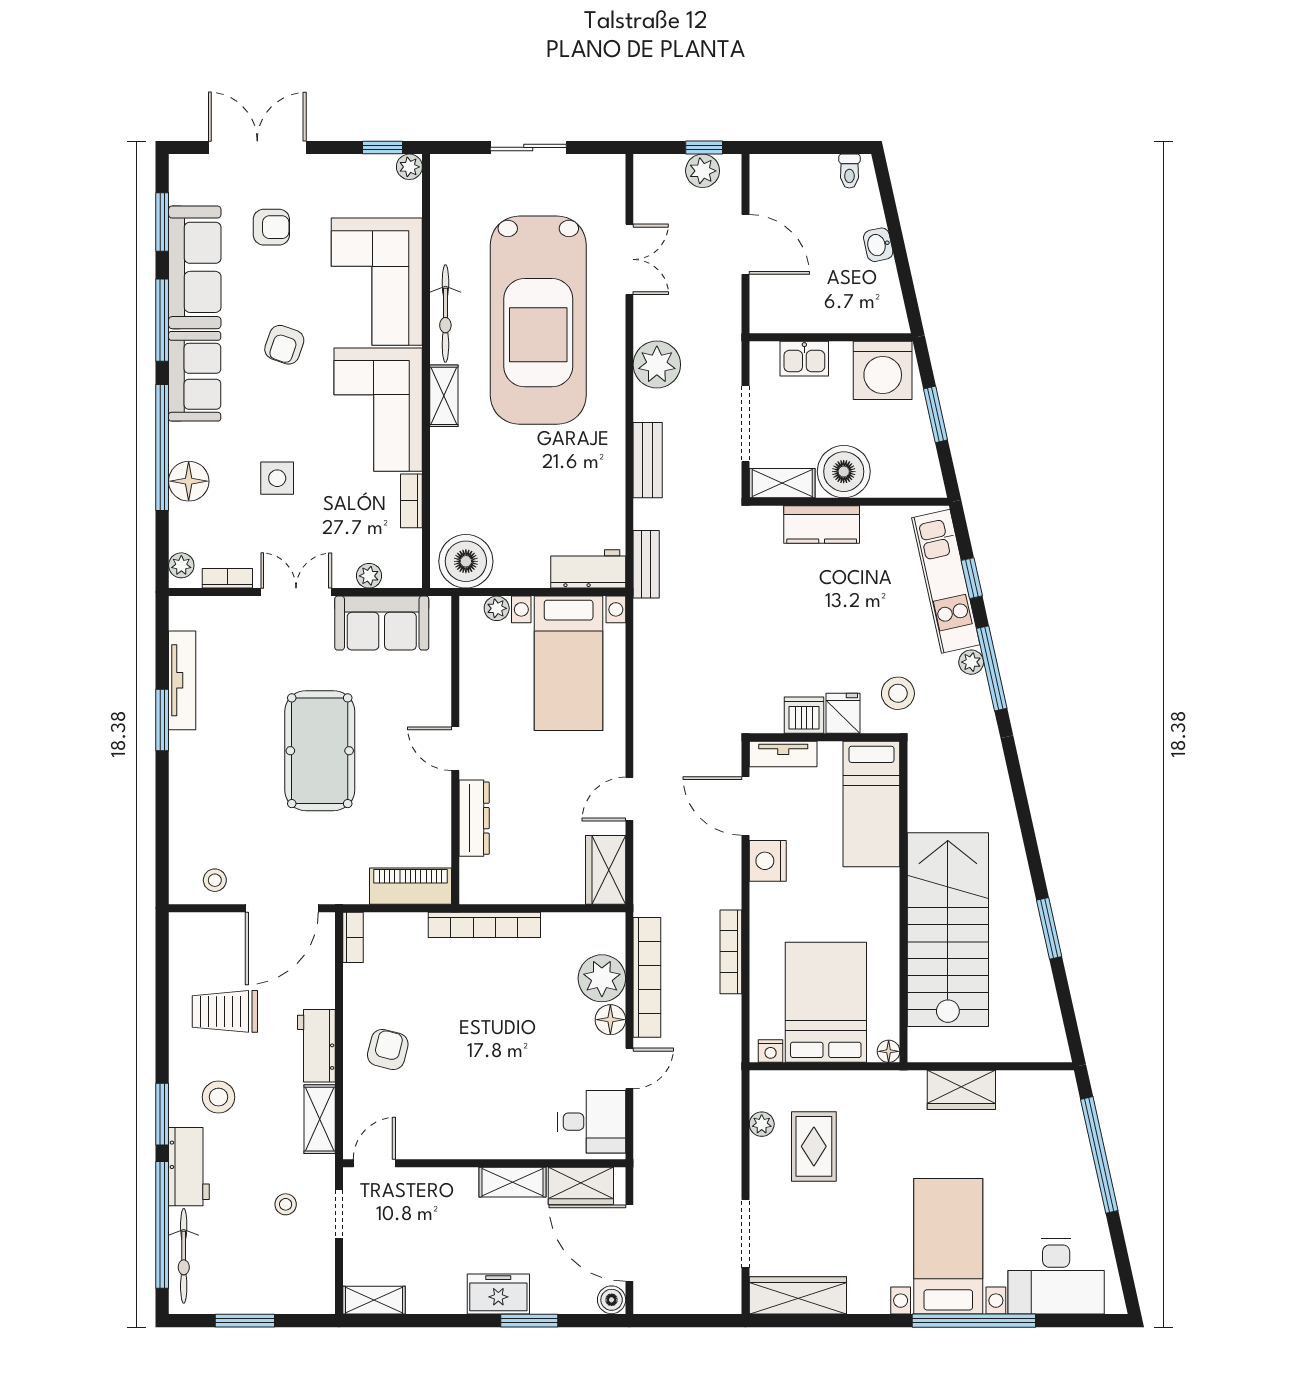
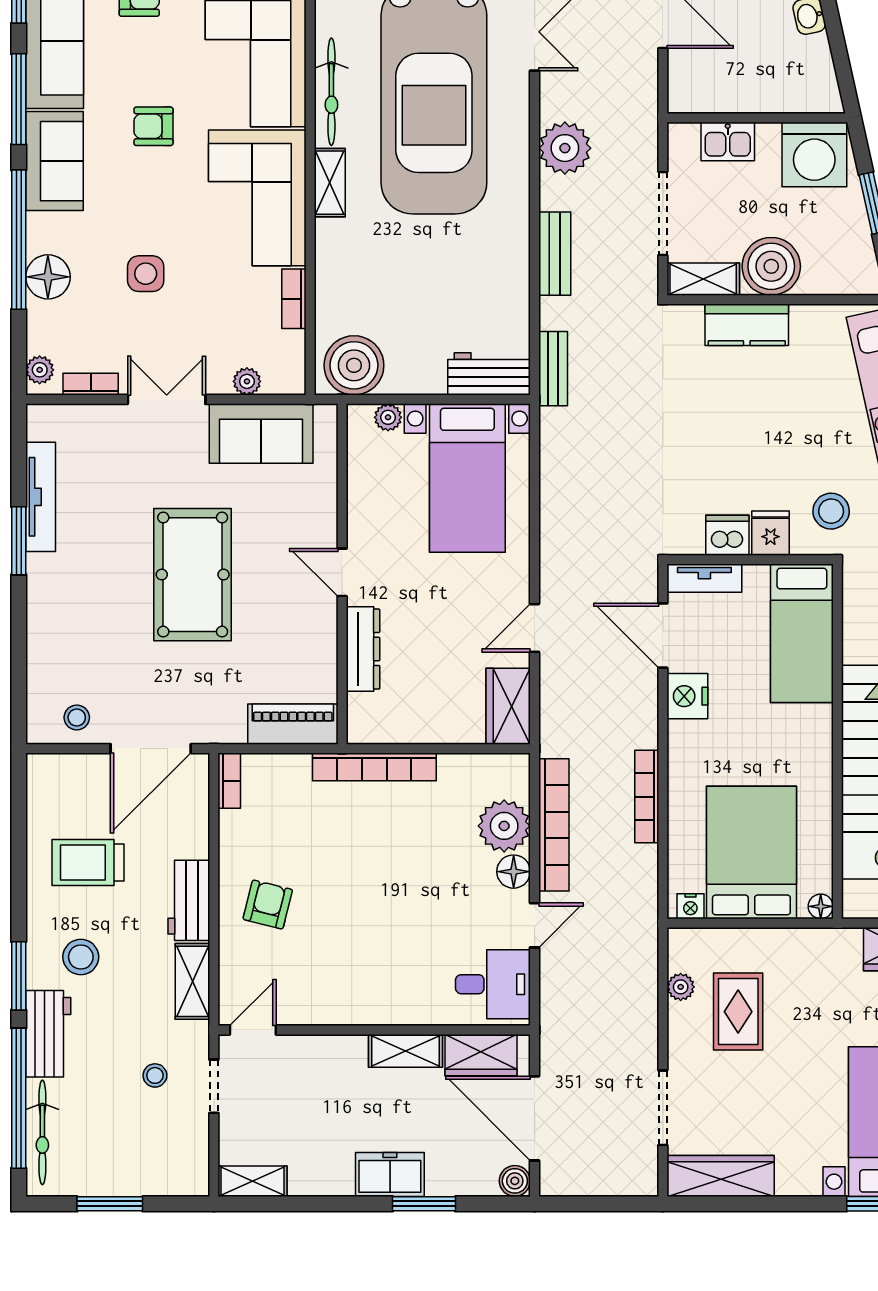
armchair: (284, 345) -> (153, 126), turned 71

